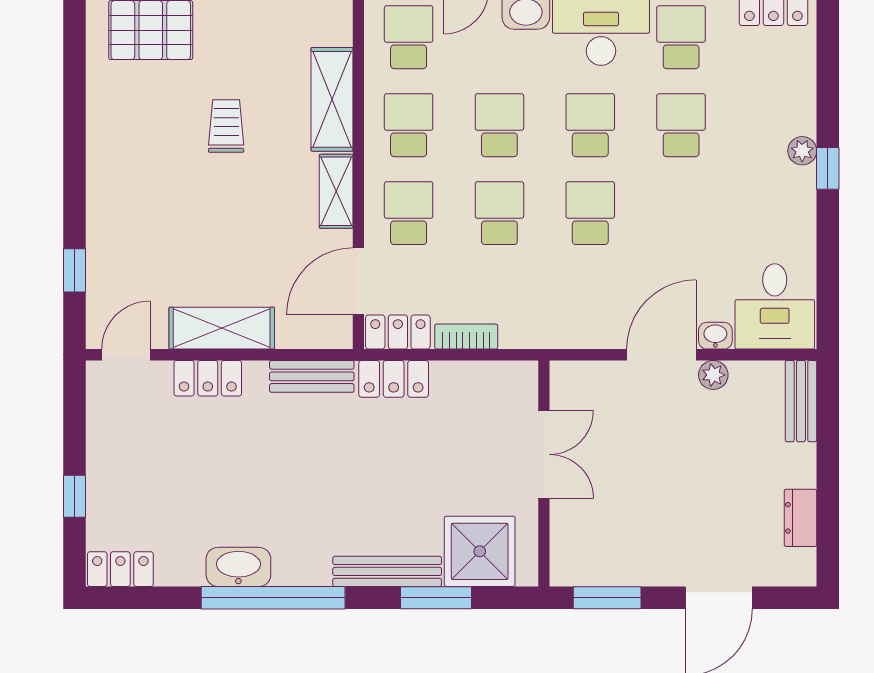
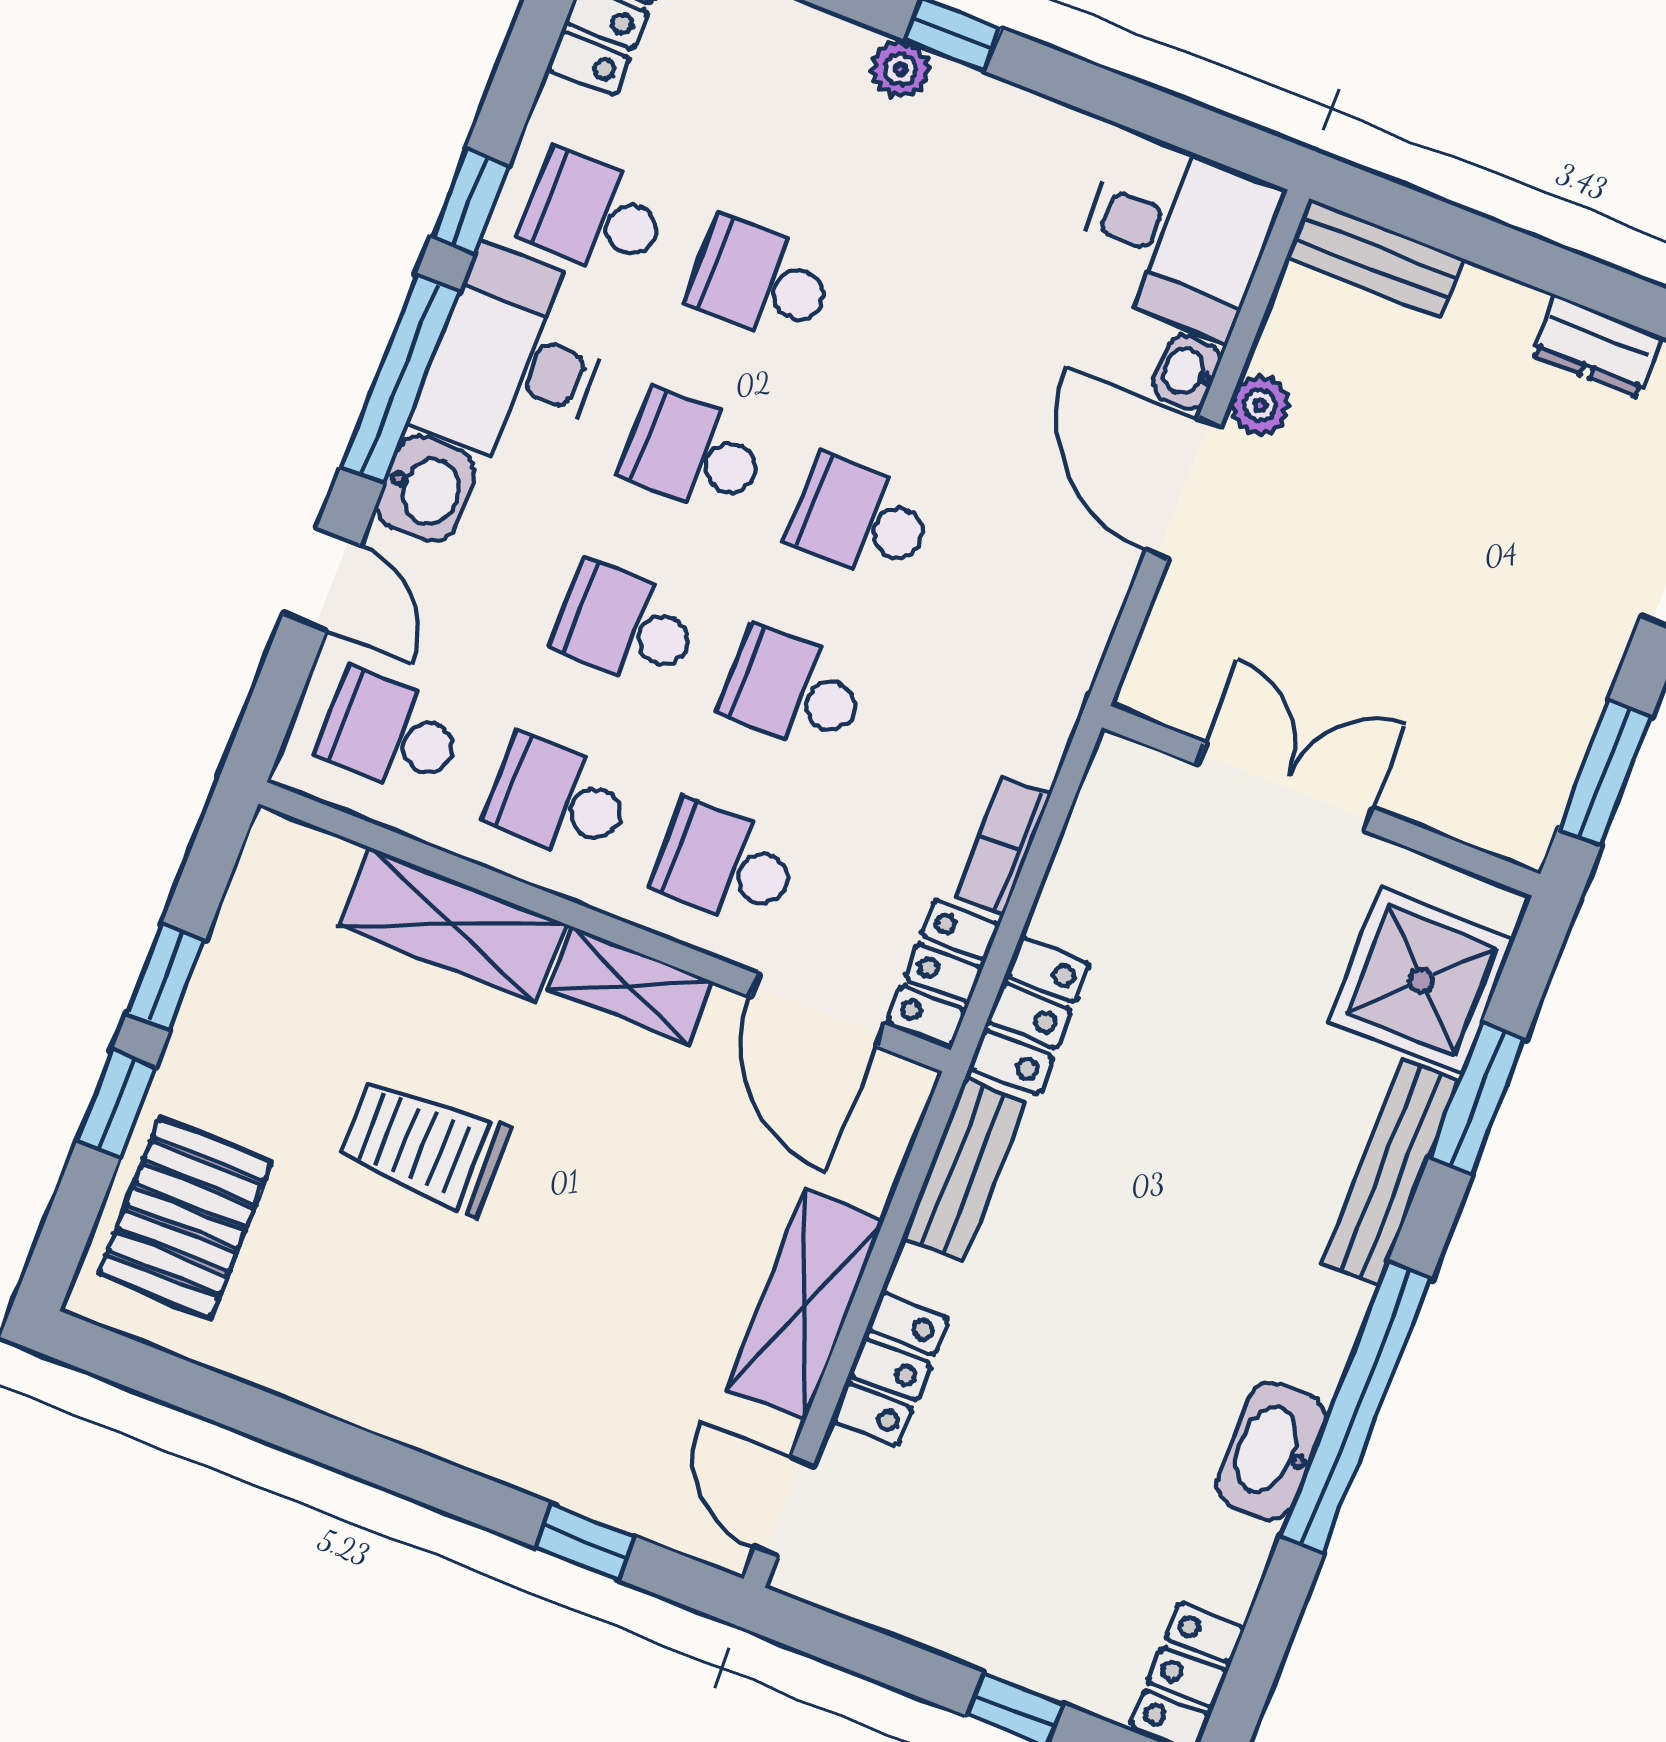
trolley: (226, 126) -> (424, 1146), width x1.36, depth x1.39

